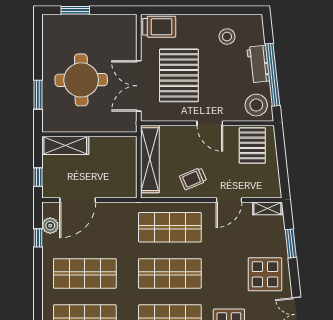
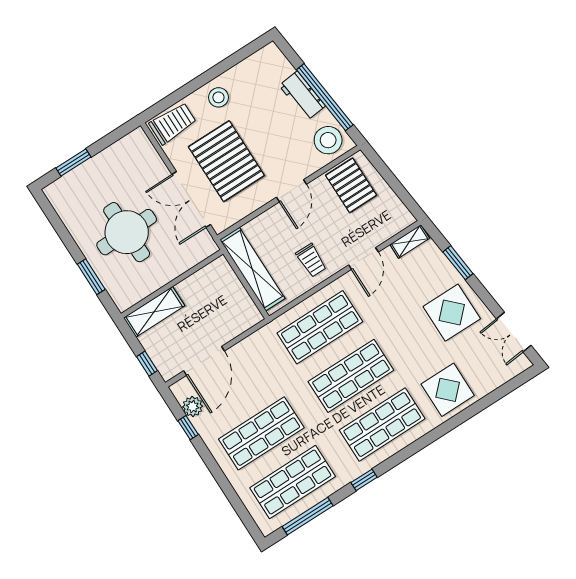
stool: (227, 37) -> (218, 97), moved
door: (210, 123) -> (291, 191), hinge flipped
trolley: (193, 179) -> (311, 260), turned -67

